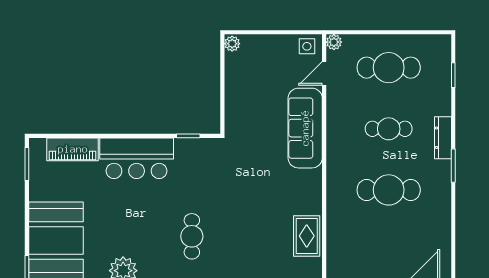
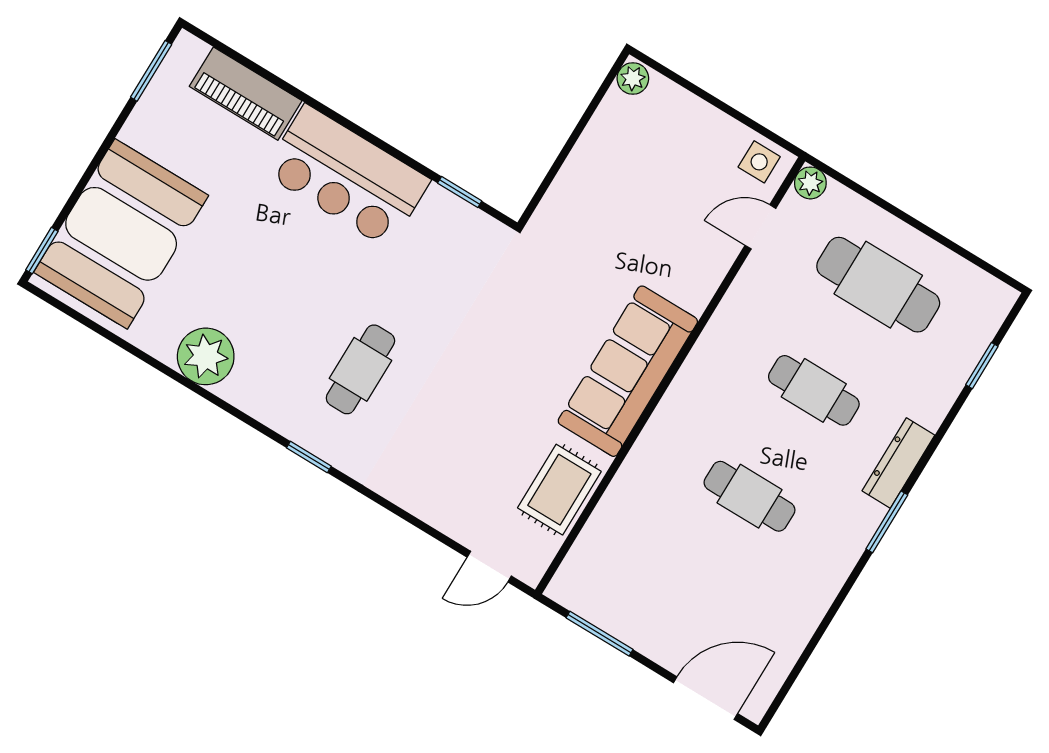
sofa: (305, 128) -> (628, 371), moved
cafe table: (389, 190) -> (750, 496), width x0.73, depth x0.74

